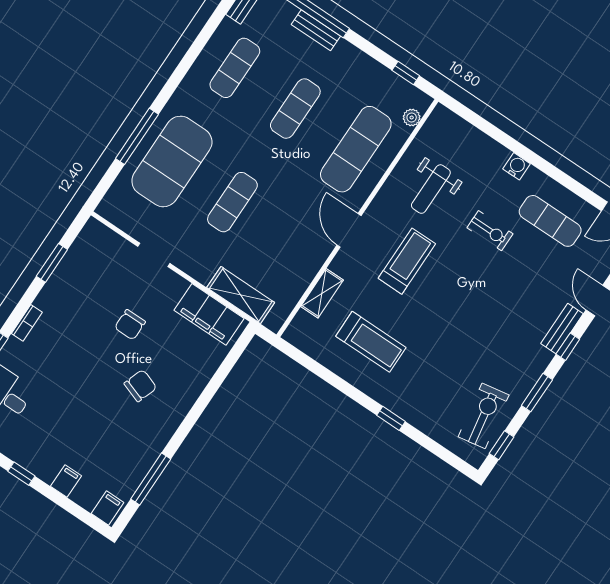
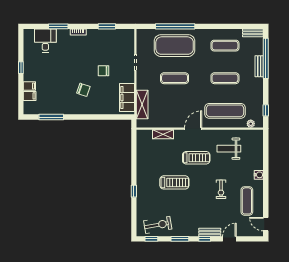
window: (137, 136) -> (175, 26), width x1.46
exercise bike: (490, 231) -> (221, 189), moved
treadmill: (371, 342) -> (174, 182), moved, turned -90
filing cabinet: (107, 508) -> (30, 96), moved

